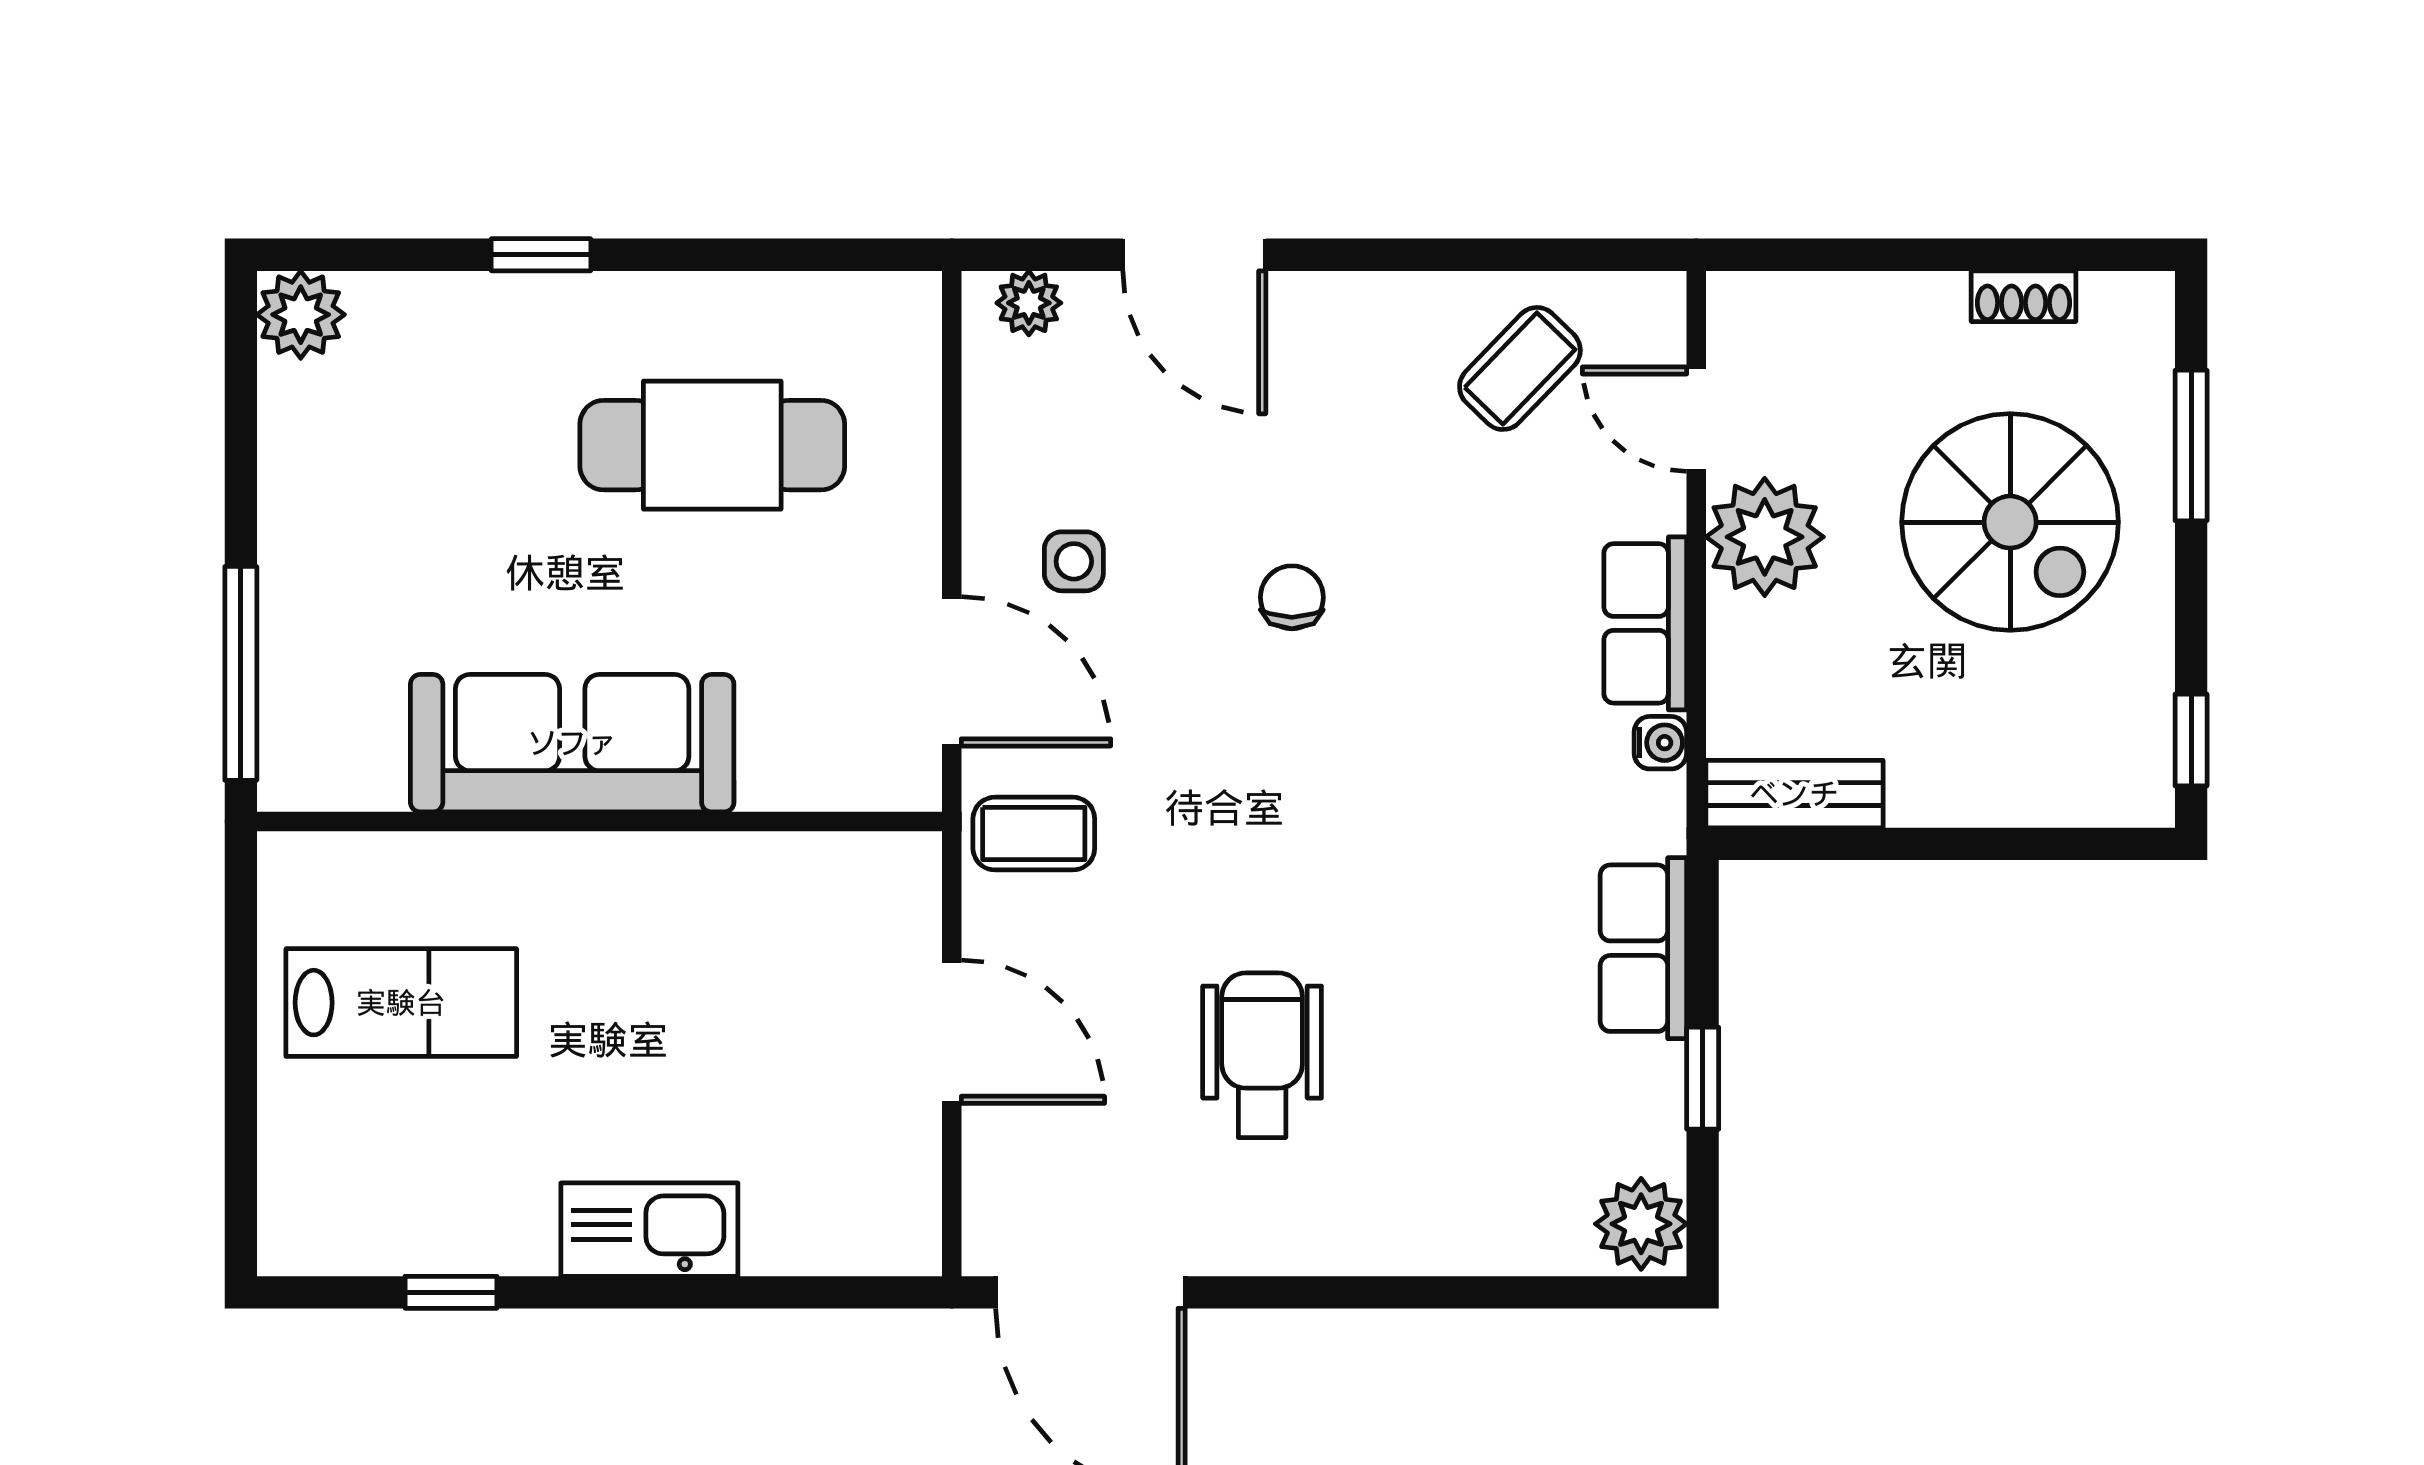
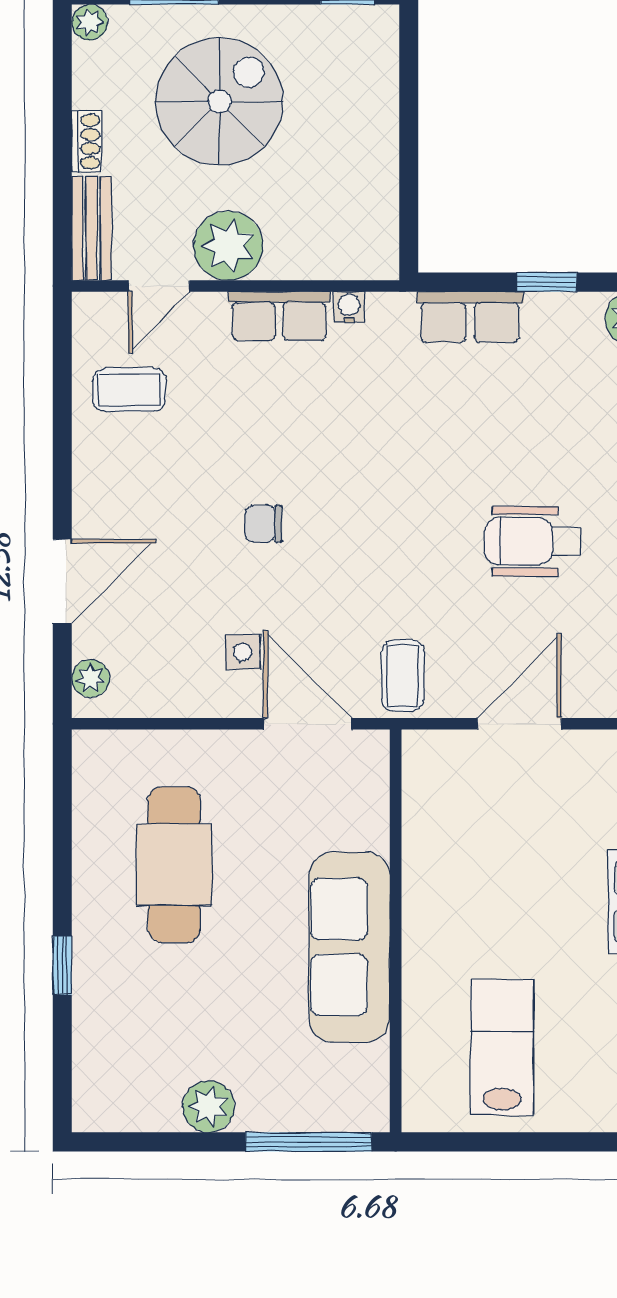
shoe rack: (2024, 296) -> (87, 142), moved
plant: (2144, 301) -> (90, 22), added
plant: (301, 315) -> (209, 1107), moved
coffee table: (1520, 368) -> (129, 390), turned -44
door: (952, 671) -> (307, 724), hinge flipped
bench: (1794, 794) -> (92, 228), moved

